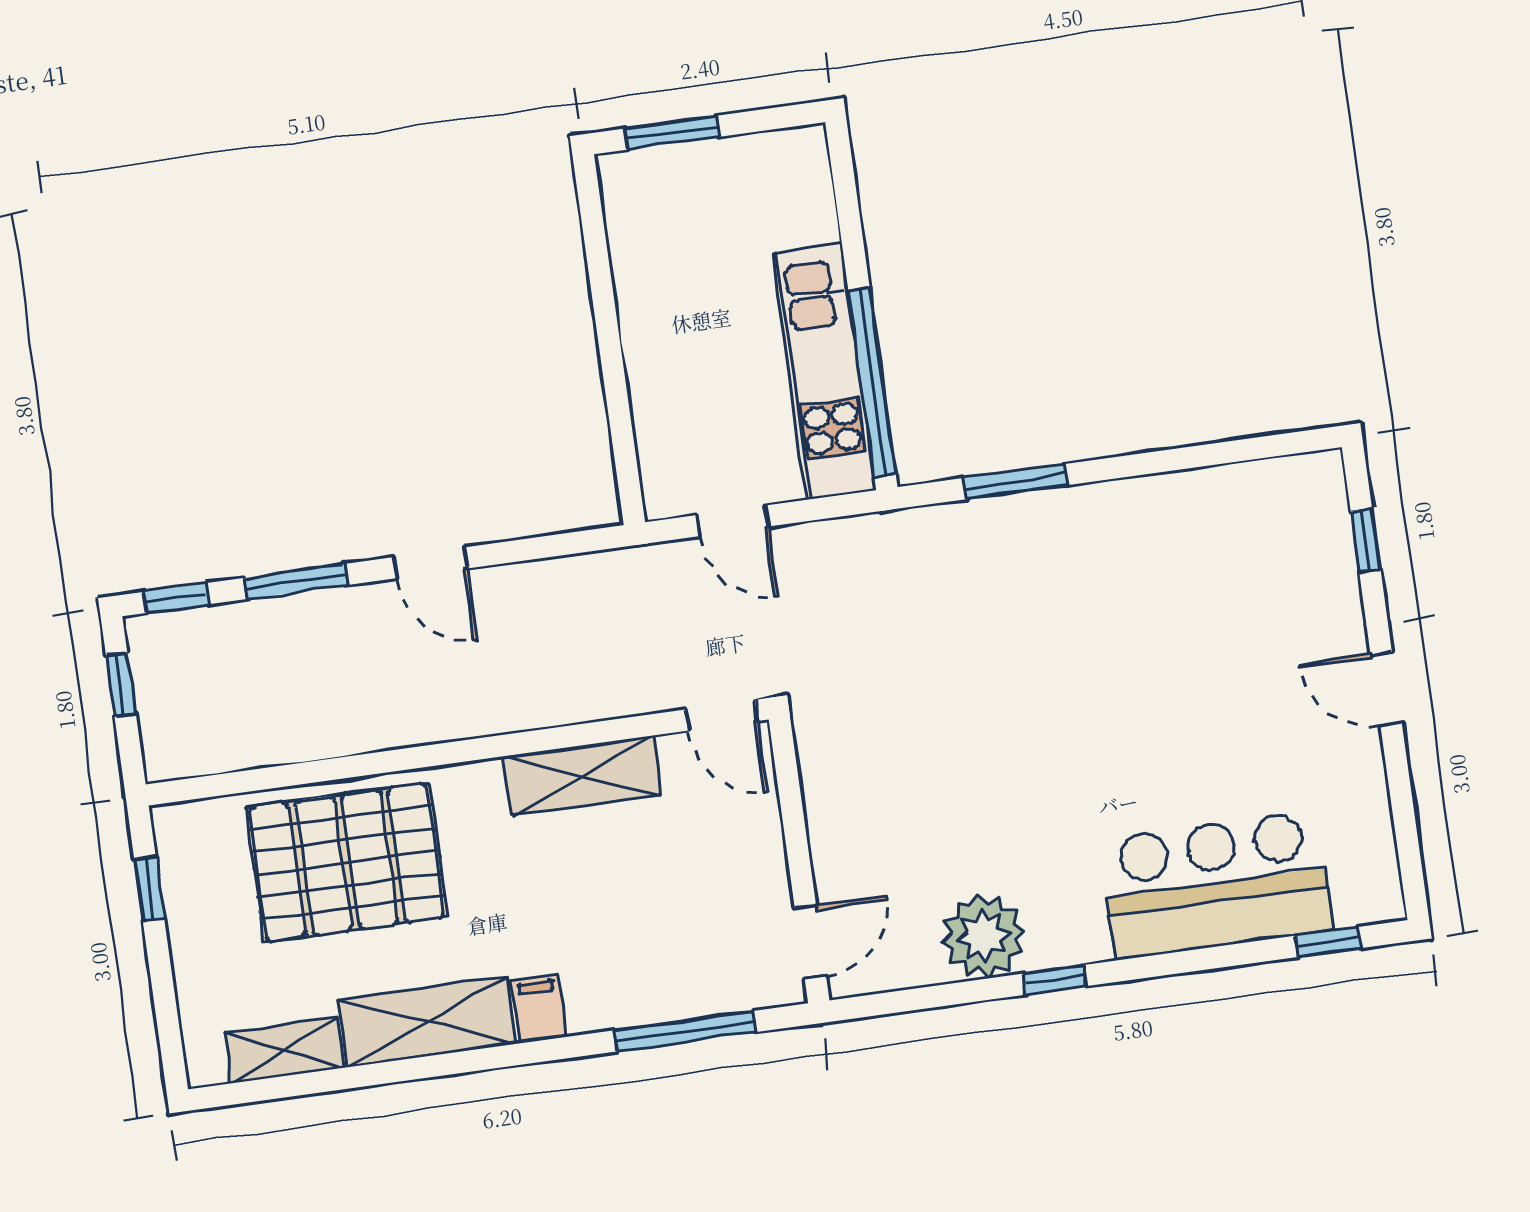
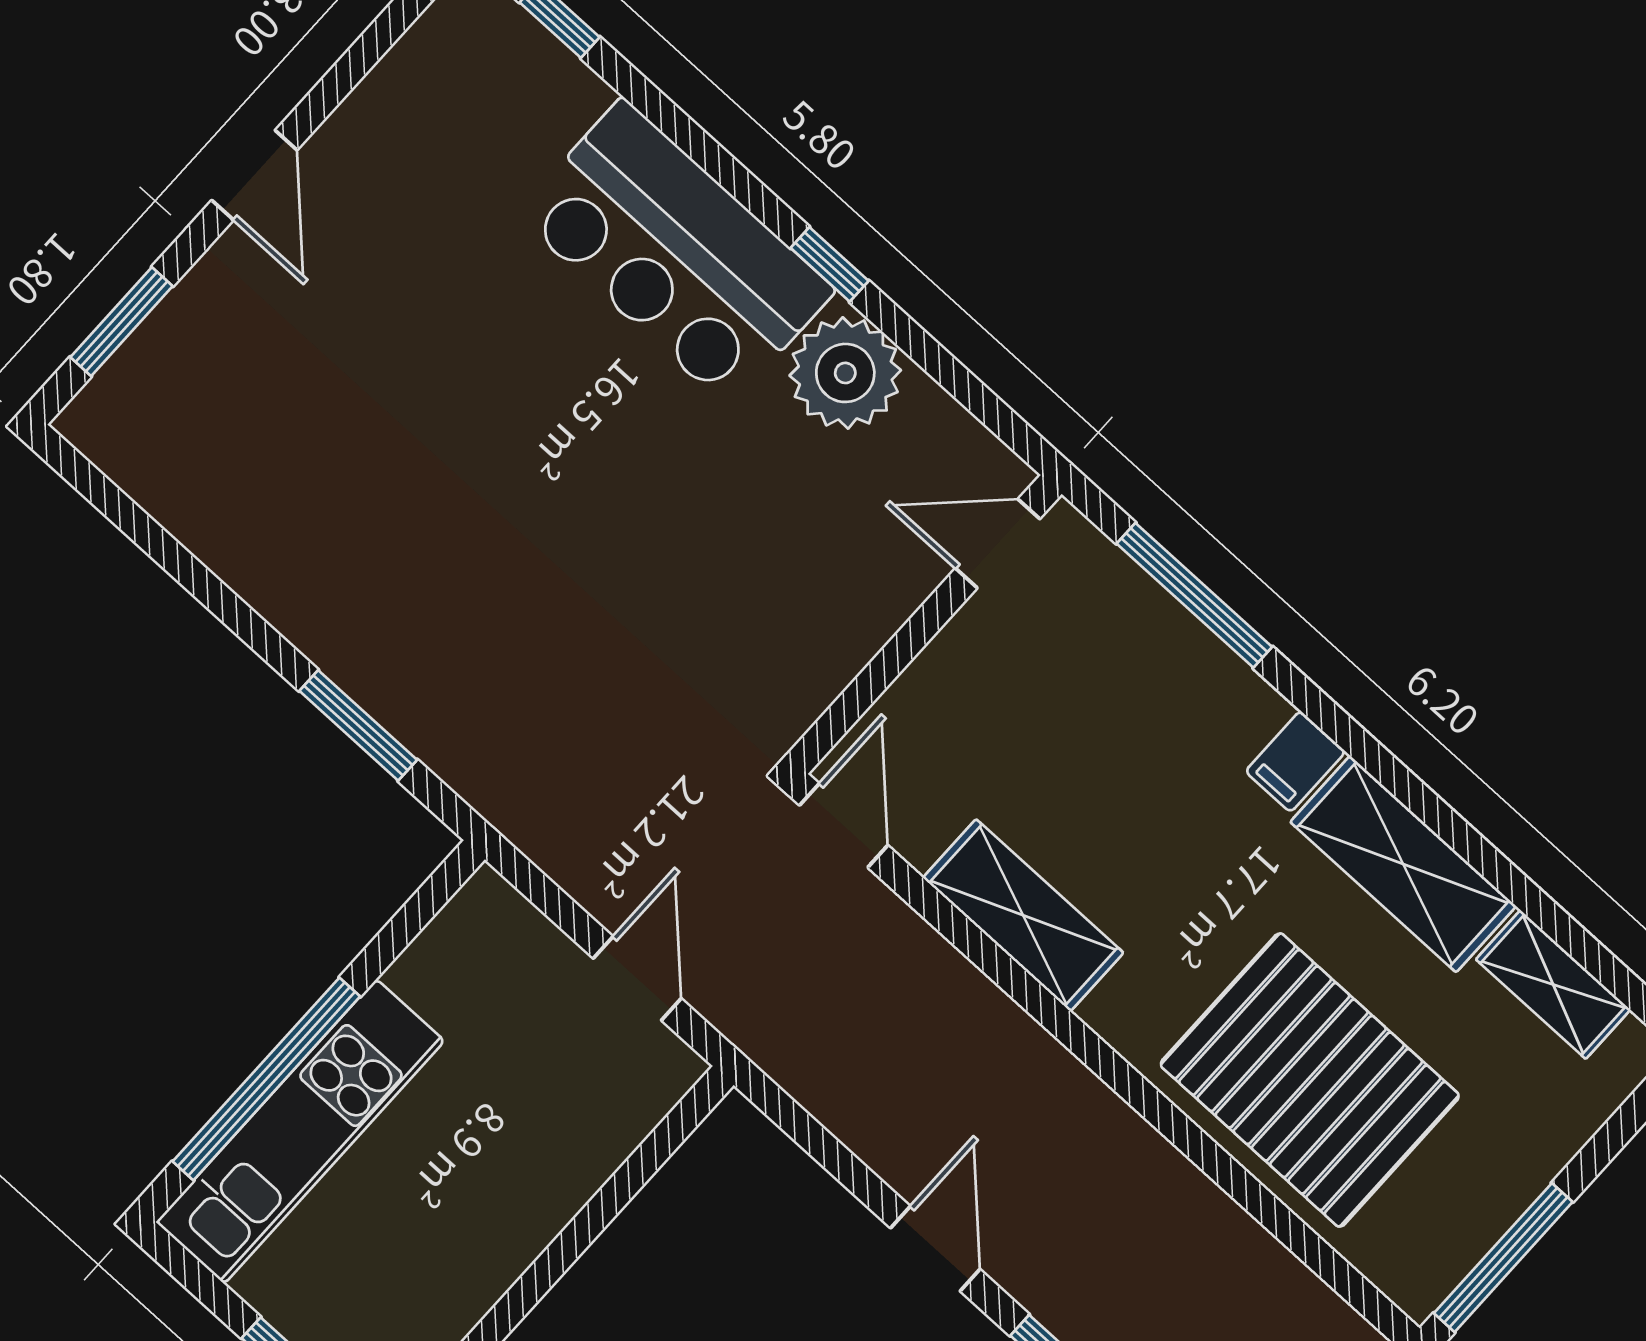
kitchen unit: (824, 372) -> (300, 1131), moved
window: (872, 383) -> (266, 1079), moved
window: (1366, 540) -> (122, 322), width x1.50
bar counter: (1216, 885) -> (675, 253), moved
window: (149, 889) -> (1503, 1258), width x2.17

